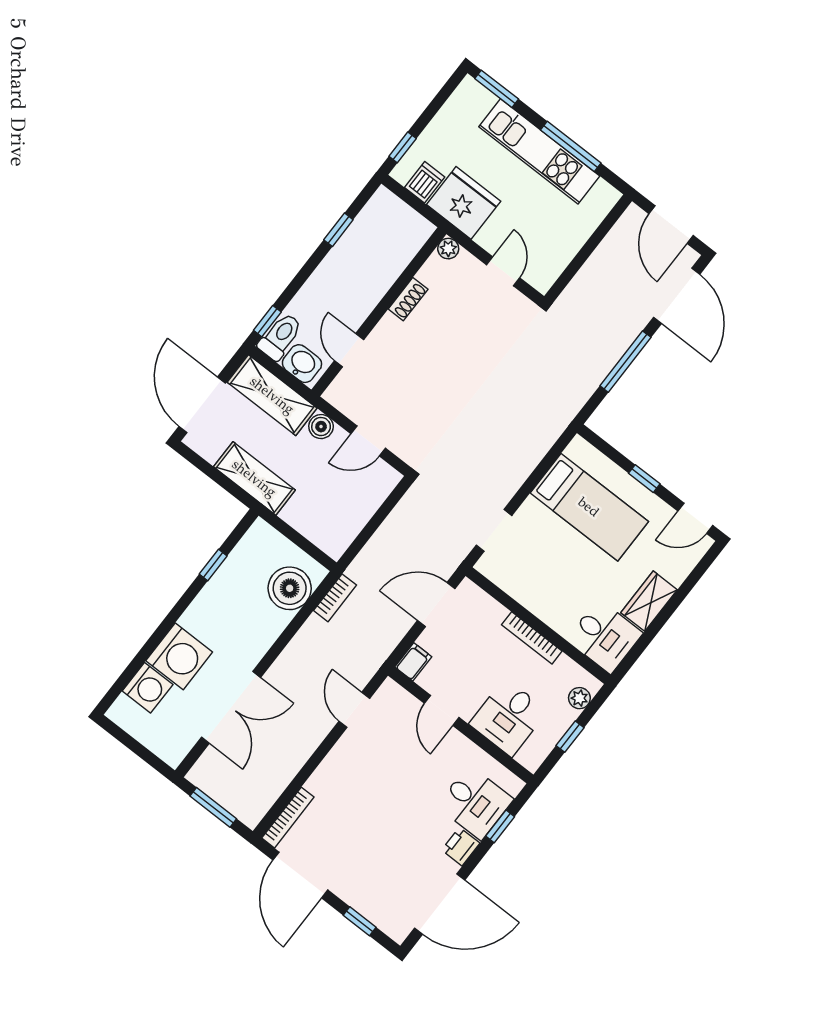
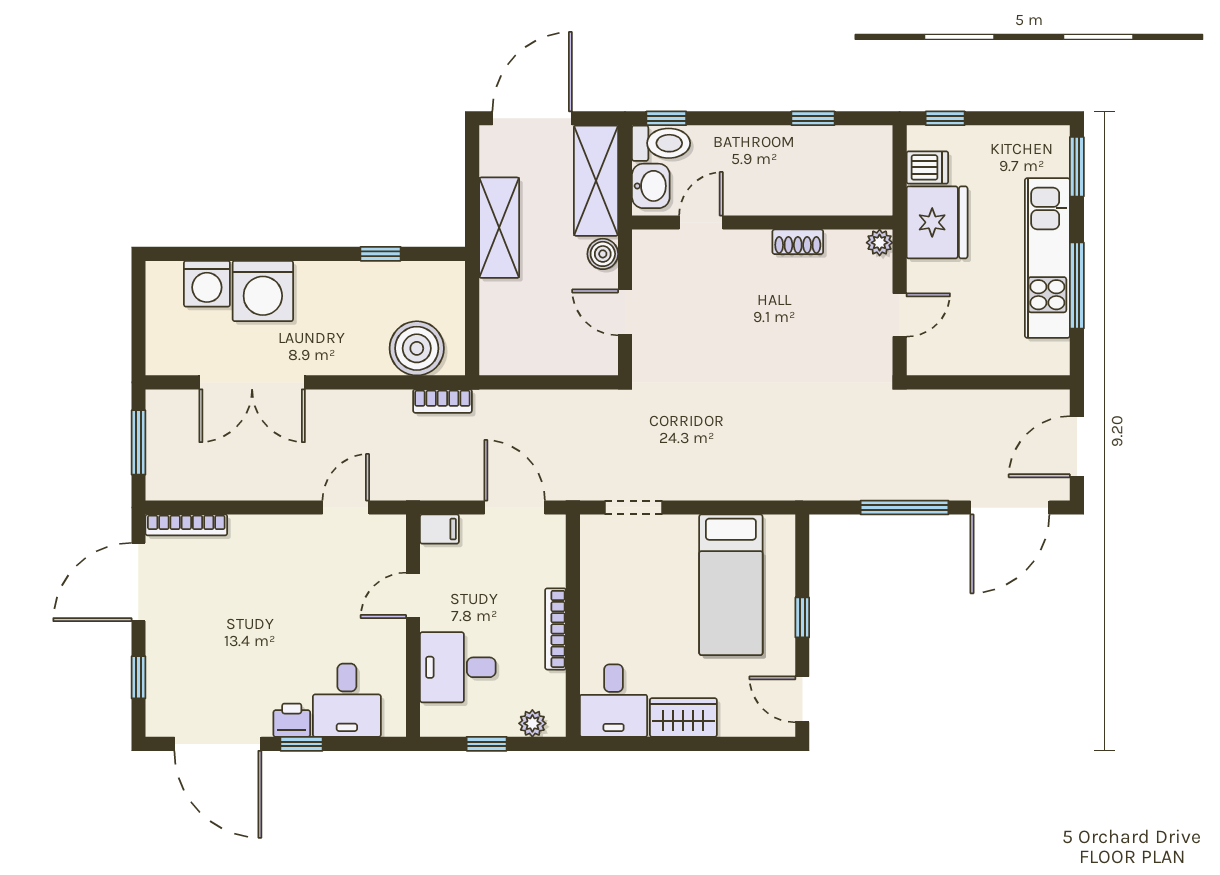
window: (500, 826) -> (301, 744), moved

